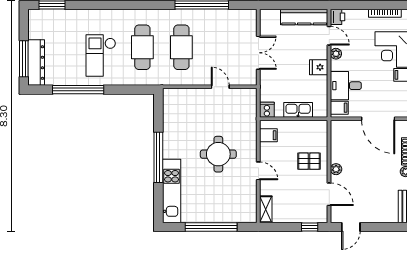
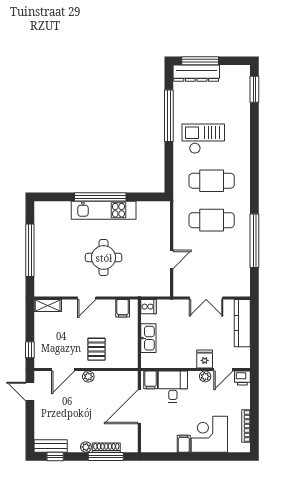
kitchen counter: (304, 17) -> (242, 323), moved
fridge: (319, 67) -> (205, 359), moved
door: (378, 119) -> (139, 407), moved
kitchen unit: (172, 191) -> (104, 210), moved

